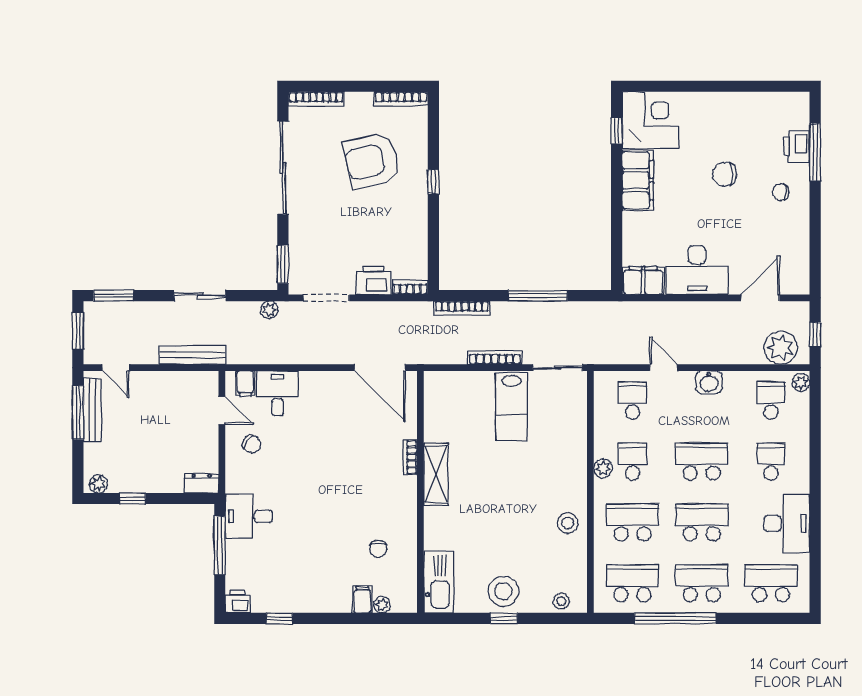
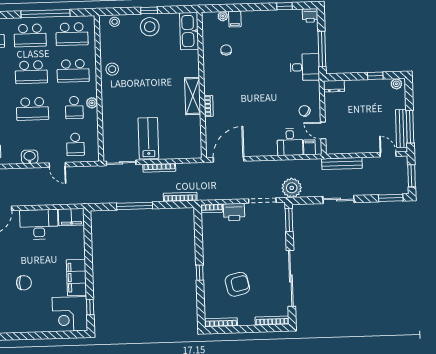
armchair: (372, 161) -> (237, 284), width x0.73, depth x0.73
plant: (269, 310) -> (292, 188), width x1.87, depth x1.87
door: (380, 368) -> (229, 159), hinge flipped

